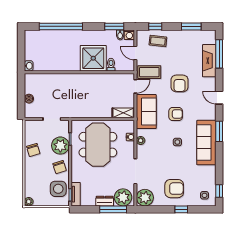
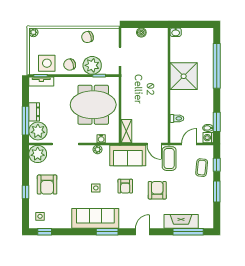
window: (191, 26) -> (217, 191), moved
shower: (93, 58) -> (184, 76), moved
armchair: (180, 83) -> (157, 190), turned 90

